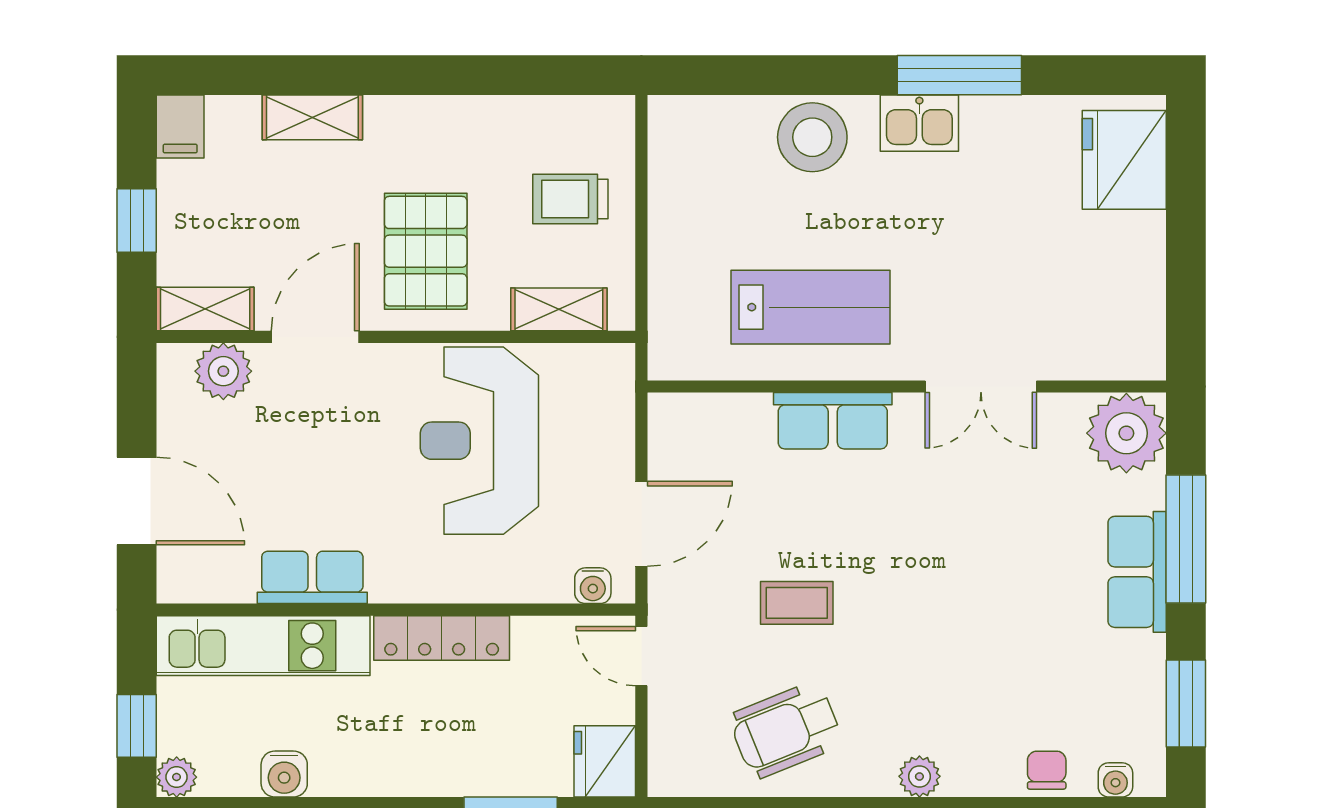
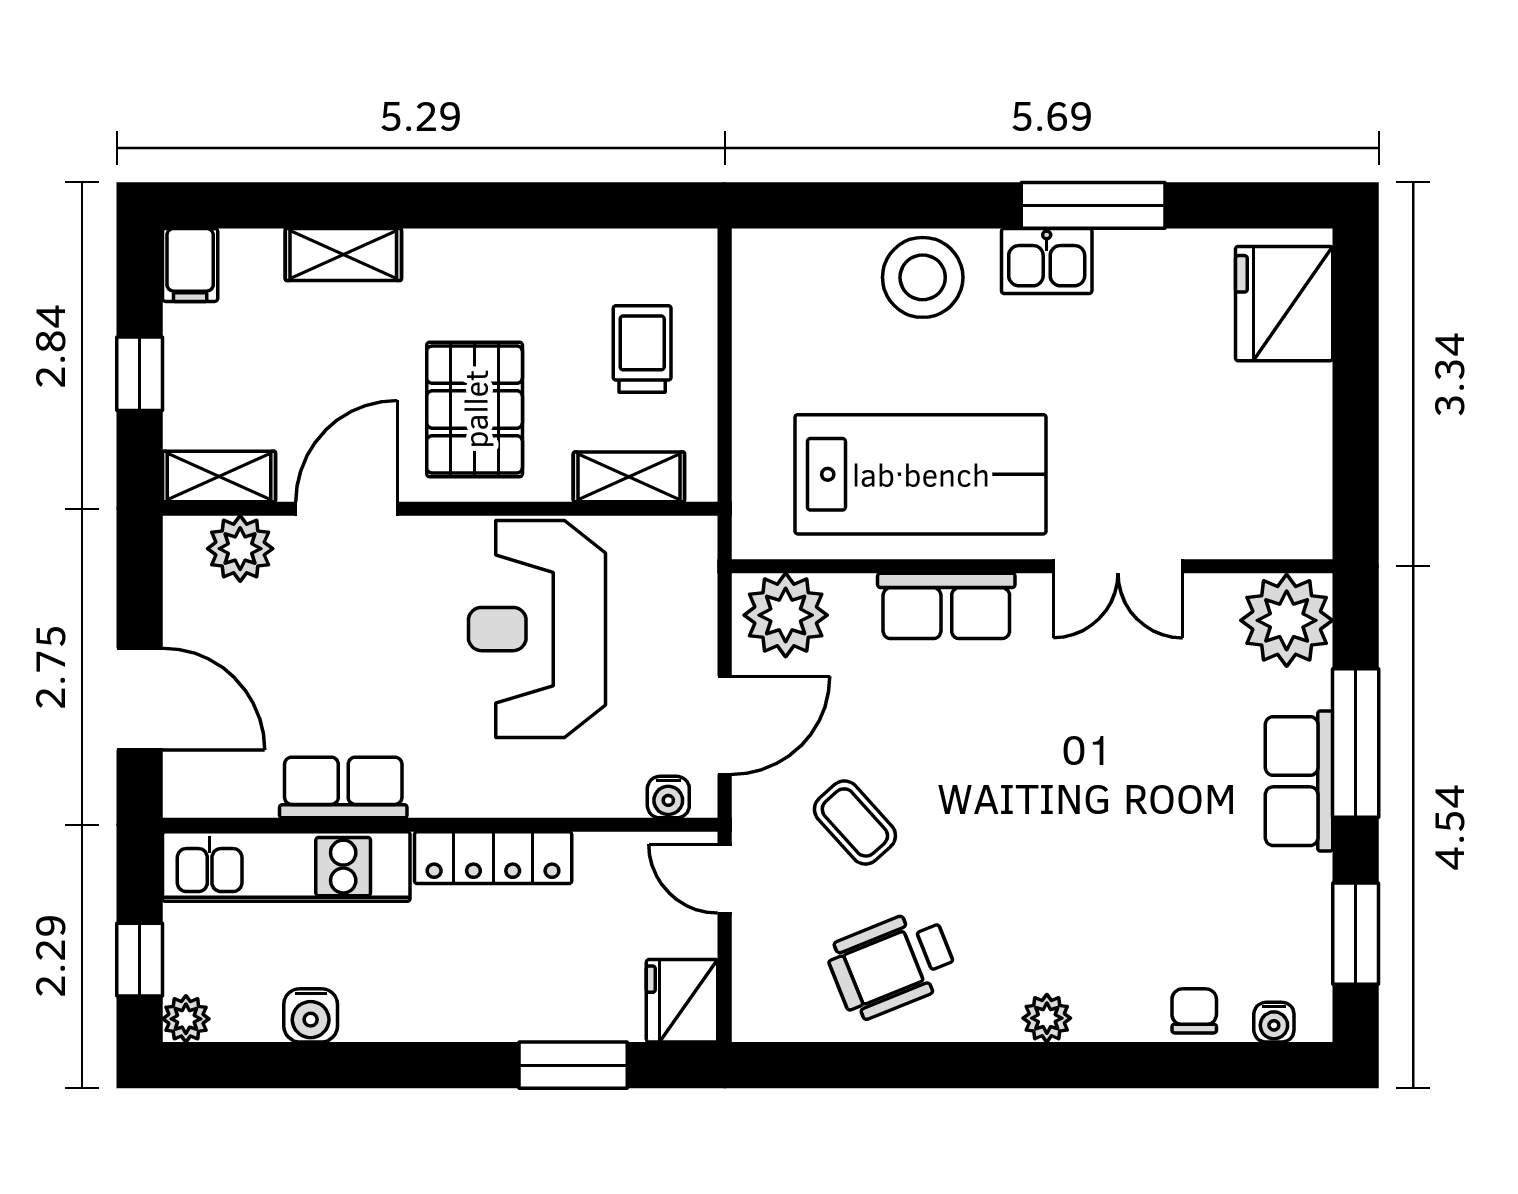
trolley: (570, 199) -> (642, 349), turned 90
lab bench: (810, 307) -> (921, 474), width x1.36, depth x1.39
plant: (694, 429) -> (786, 615), added
coffee table: (797, 603) -> (855, 822), moved, turned 48

